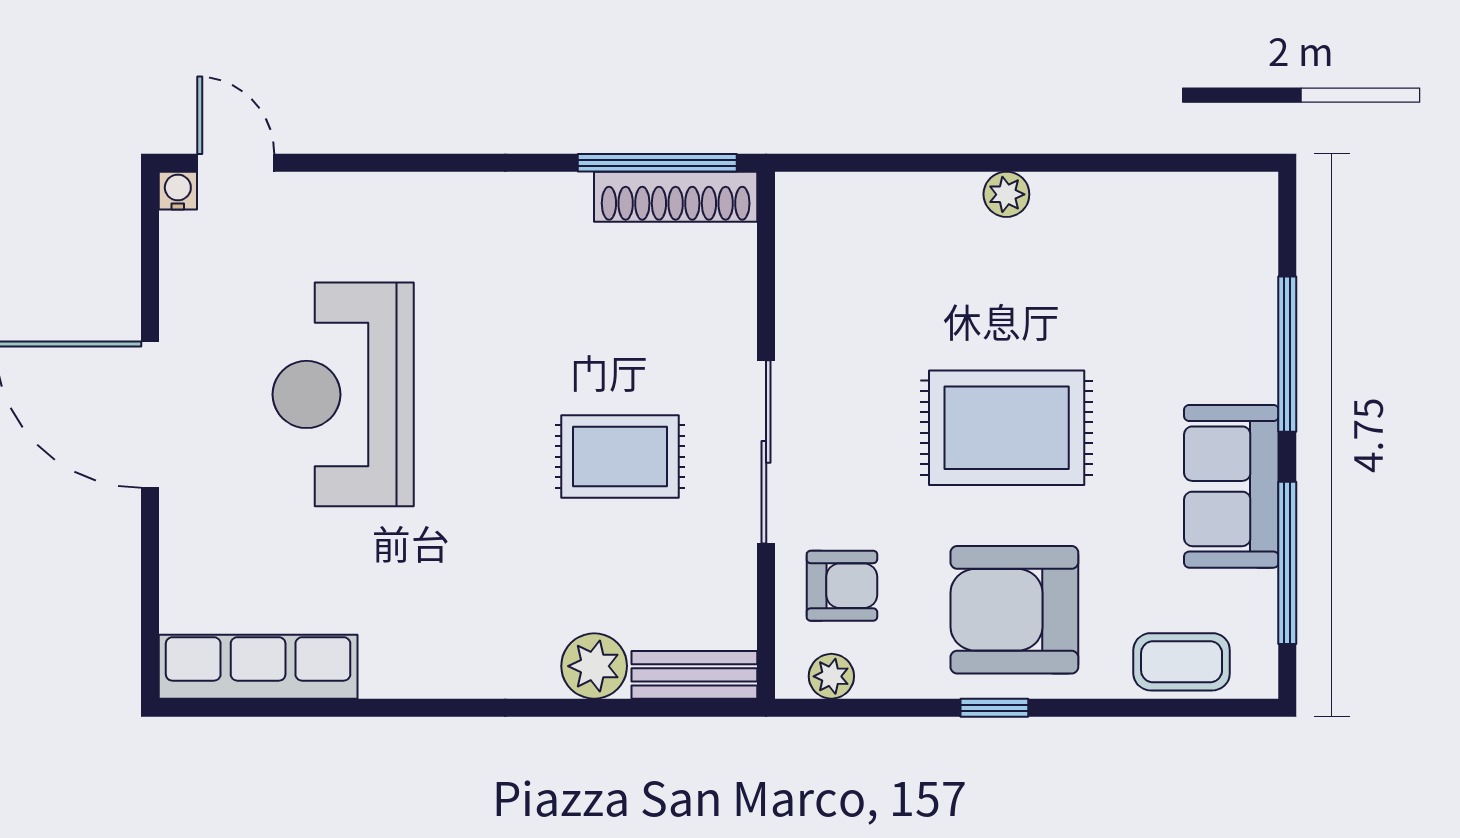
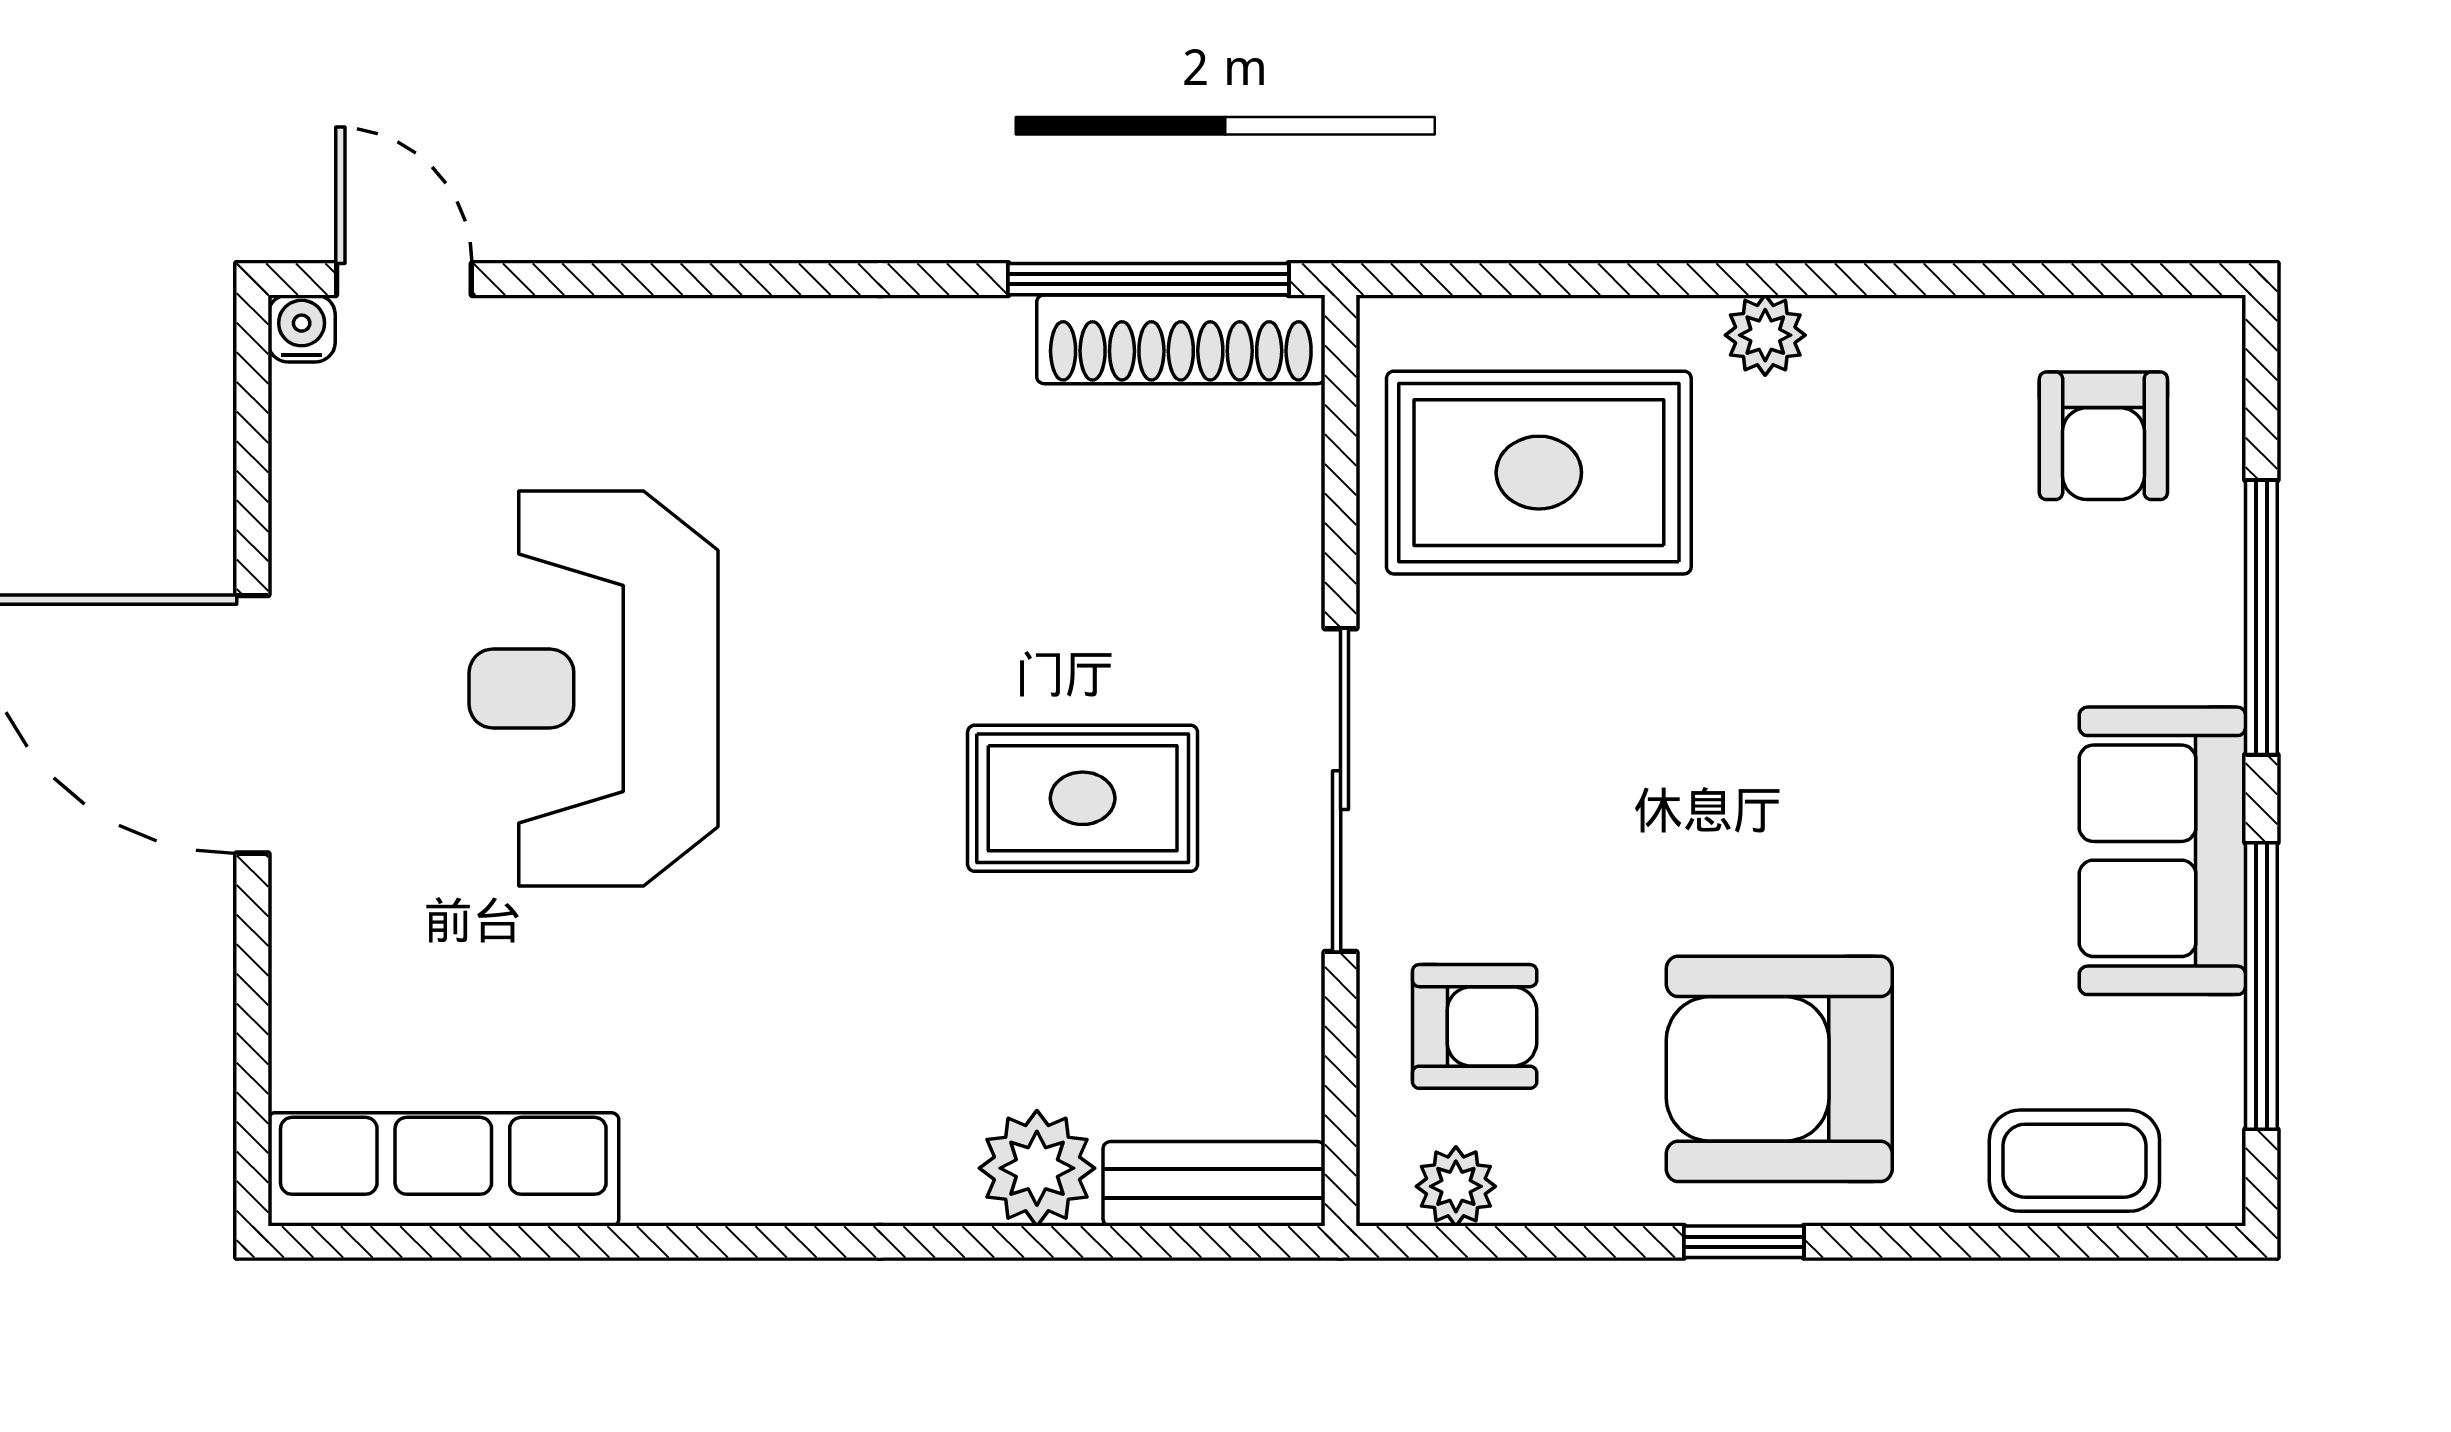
armchair: (1198, 251) -> (2103, 436), added
rug: (1007, 428) -> (1539, 473), moved

